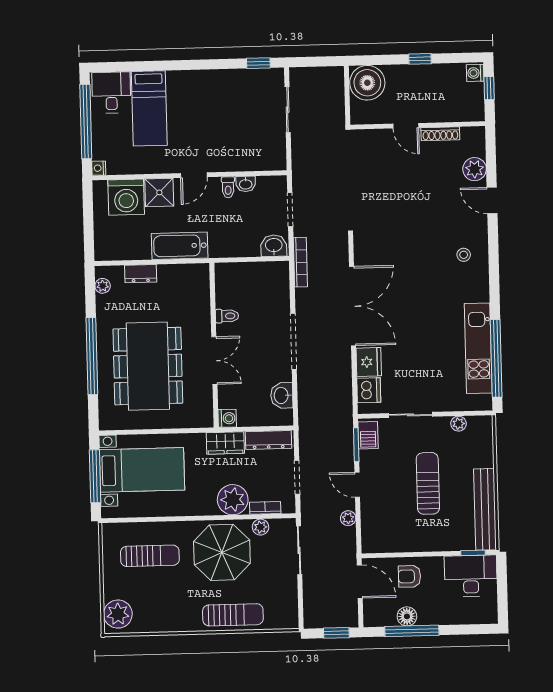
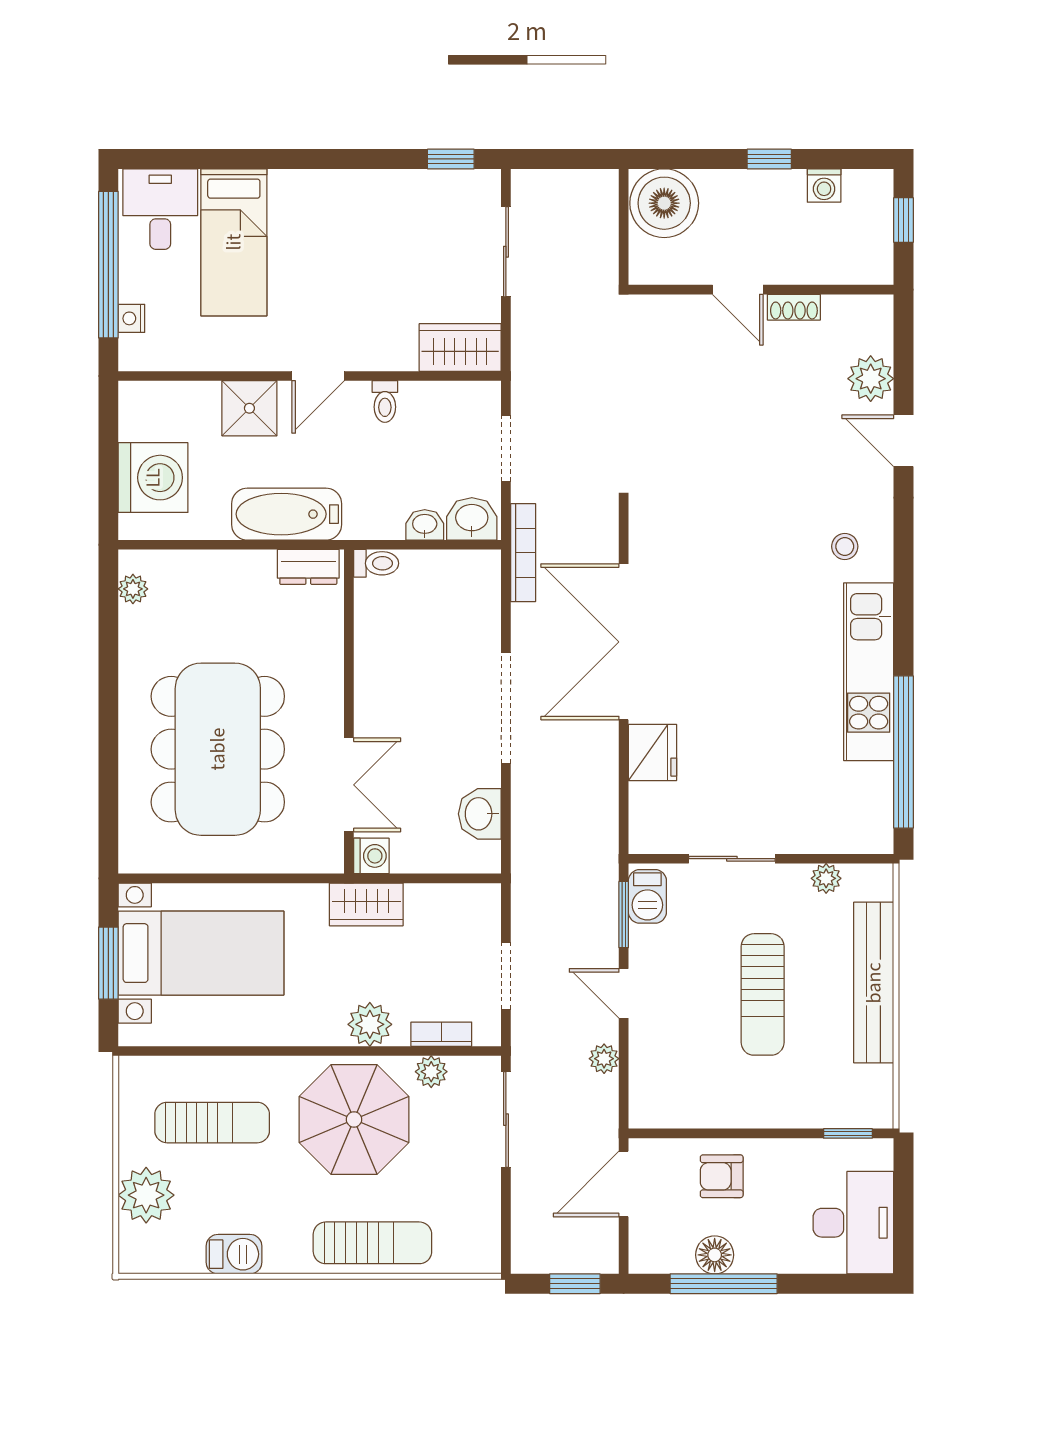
washing machine: (475, 73) -> (824, 186), moved, turned -90
shoe rack: (440, 134) -> (794, 307), width x0.70
wardrobe: (266, 159) -> (460, 348), added
nightstand: (99, 168) -> (131, 318), moved
washbasin: (246, 184) -> (425, 525), moved, turned 180
washing machine: (126, 197) -> (153, 478), moved, turned -90
dresser: (141, 274) -> (308, 567), moved
double door: (353, 306) -> (624, 642), swing flipped
toilet: (227, 316) -> (376, 563), moved
kitchen unit: (478, 348) -> (869, 672), moved
window: (92, 356) -> (108, 727), removed
double door: (214, 361) -> (349, 785), moved
dishwasher: (369, 390) -> (651, 808), removed
dresser: (268, 440) -> (451, 901), removed
window: (95, 476) -> (108, 963), width x0.69
sun lounger: (428, 483) -> (763, 994), turned 180
plant: (233, 500) -> (370, 1024), width x0.73, depth x0.73
bench: (485, 509) -> (874, 983), moved
desk: (471, 576) -> (853, 1223), moved, turned 90
door: (360, 582) -> (624, 1184), swing flipped
plant: (118, 614) -> (146, 1195), moved
barbecue: (163, 622) -> (234, 1254), added

